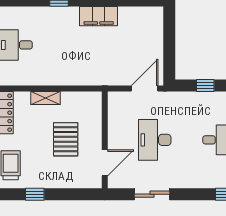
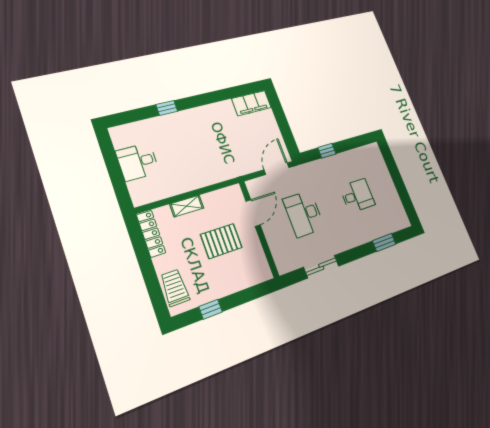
filing cabinet: (99, 16) -> (251, 103), moved
pallet: (66, 139) -> (221, 241), turned 90
door: (105, 163) -> (253, 213), moved

